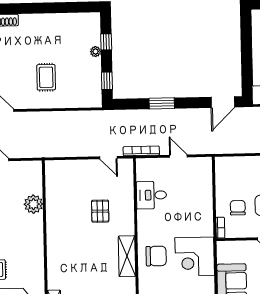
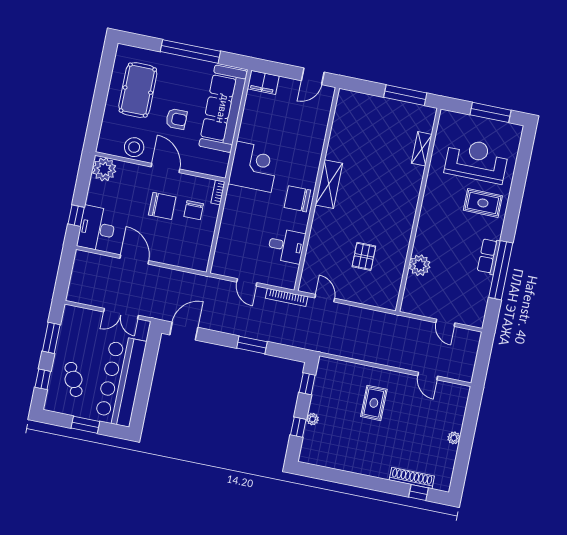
pallet: (100, 211) -> (364, 256), moved
chair: (156, 256) -> (297, 199), moved

